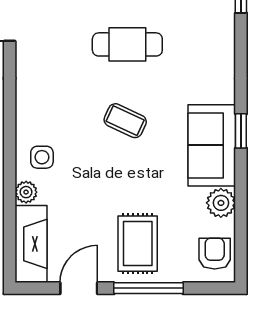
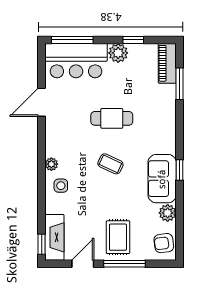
plant: (26, 192) -> (51, 164), moved
armchair: (215, 254) -> (164, 243), turned -97
window: (10, 256) -> (42, 244), added

